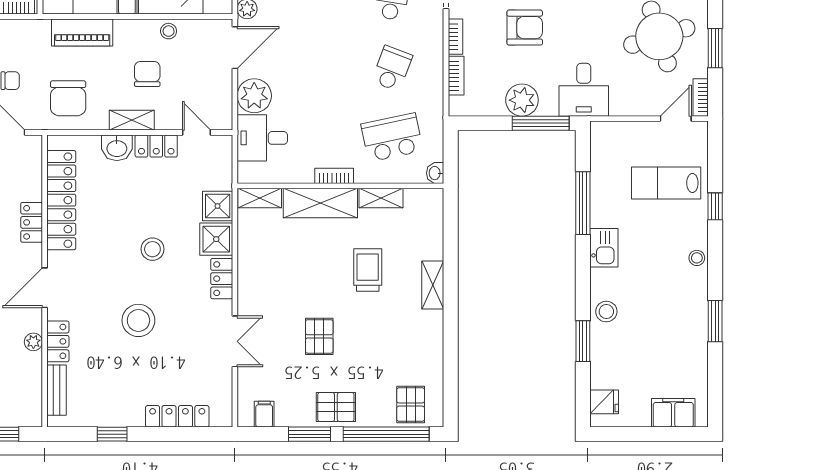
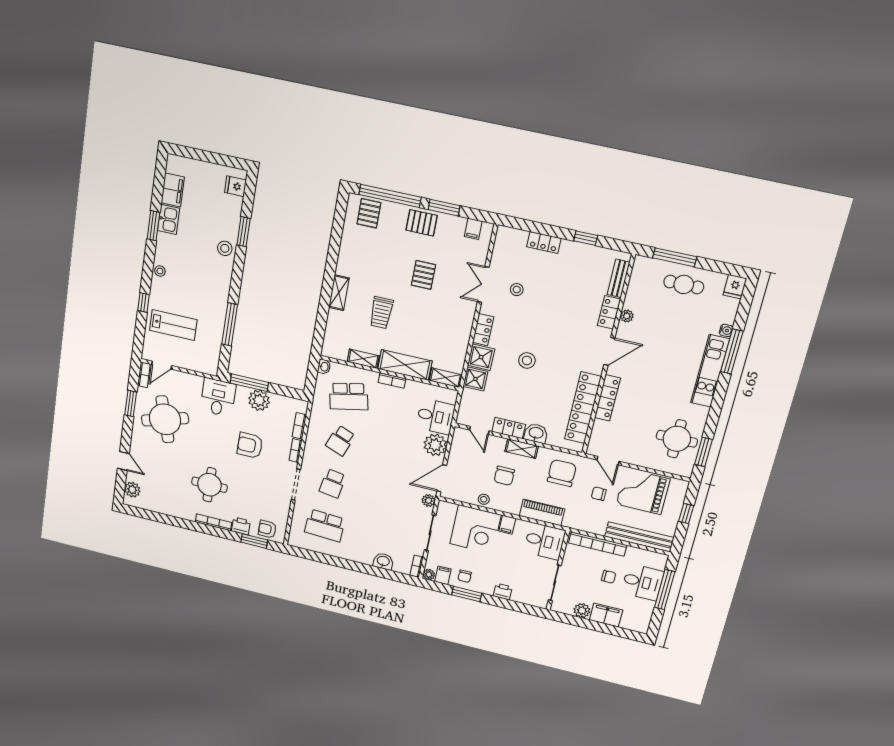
locker: (32, 222) -> (607, 398), width x1.53
kitchen sink: (604, 248) -> (169, 219), moved, turned 180
stool: (138, 320) -> (517, 290), moved, width x0.53, depth x0.53
filing cabinet: (673, 413) -> (173, 190), moved, turned -90
locker: (177, 416) -> (544, 242), width x0.66

